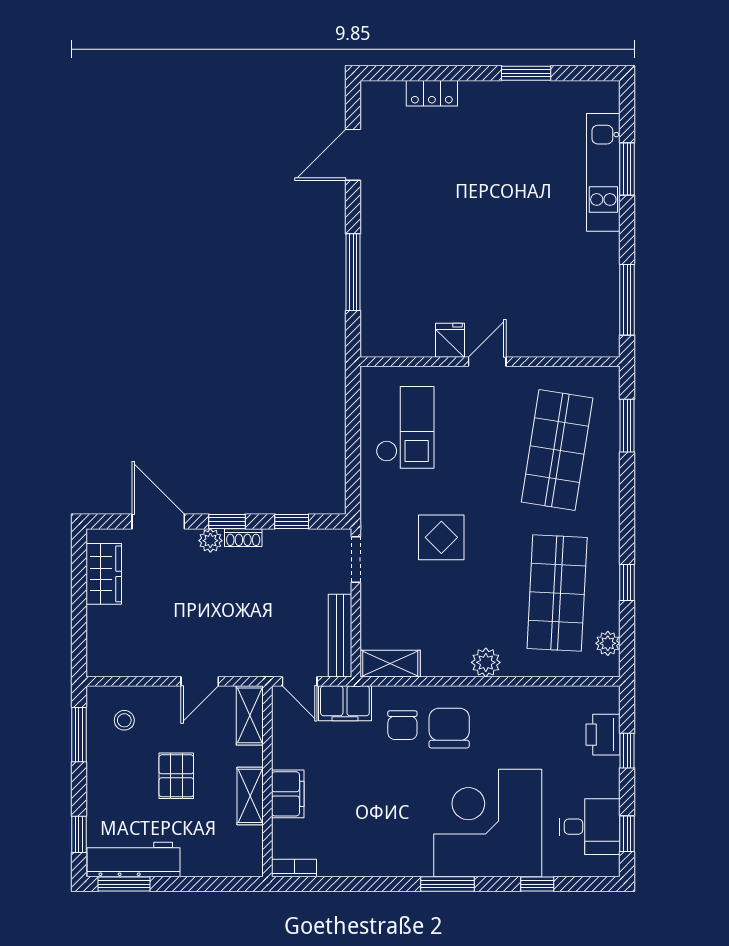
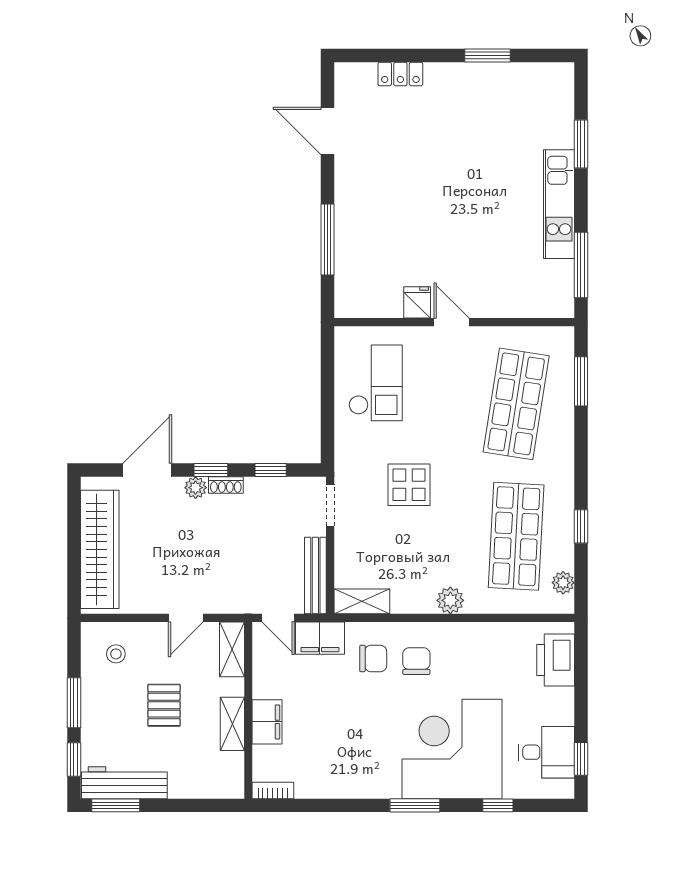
door: (353, 155) -> (327, 131), hinge flipped
kitchen unit: (603, 172) -> (559, 204), moved
door: (487, 362) -> (452, 322), hinge flipped
door: (158, 522) -> (147, 470), hinge flipped
wardrobe: (104, 574) -> (100, 549), width x2.10, depth x1.17
chair: (402, 725) -> (373, 658), turned -90
chair: (449, 728) -> (416, 661), width x0.73, depth x0.73
window: (79, 735) -> (74, 703), moved
printer: (603, 735) -> (556, 660), width x1.37, depth x1.19
window: (627, 751) -> (581, 682), removed

